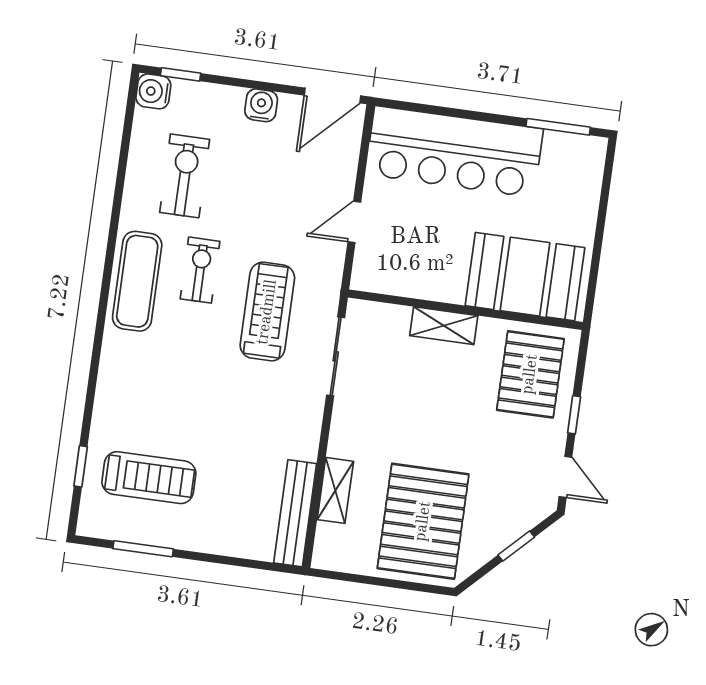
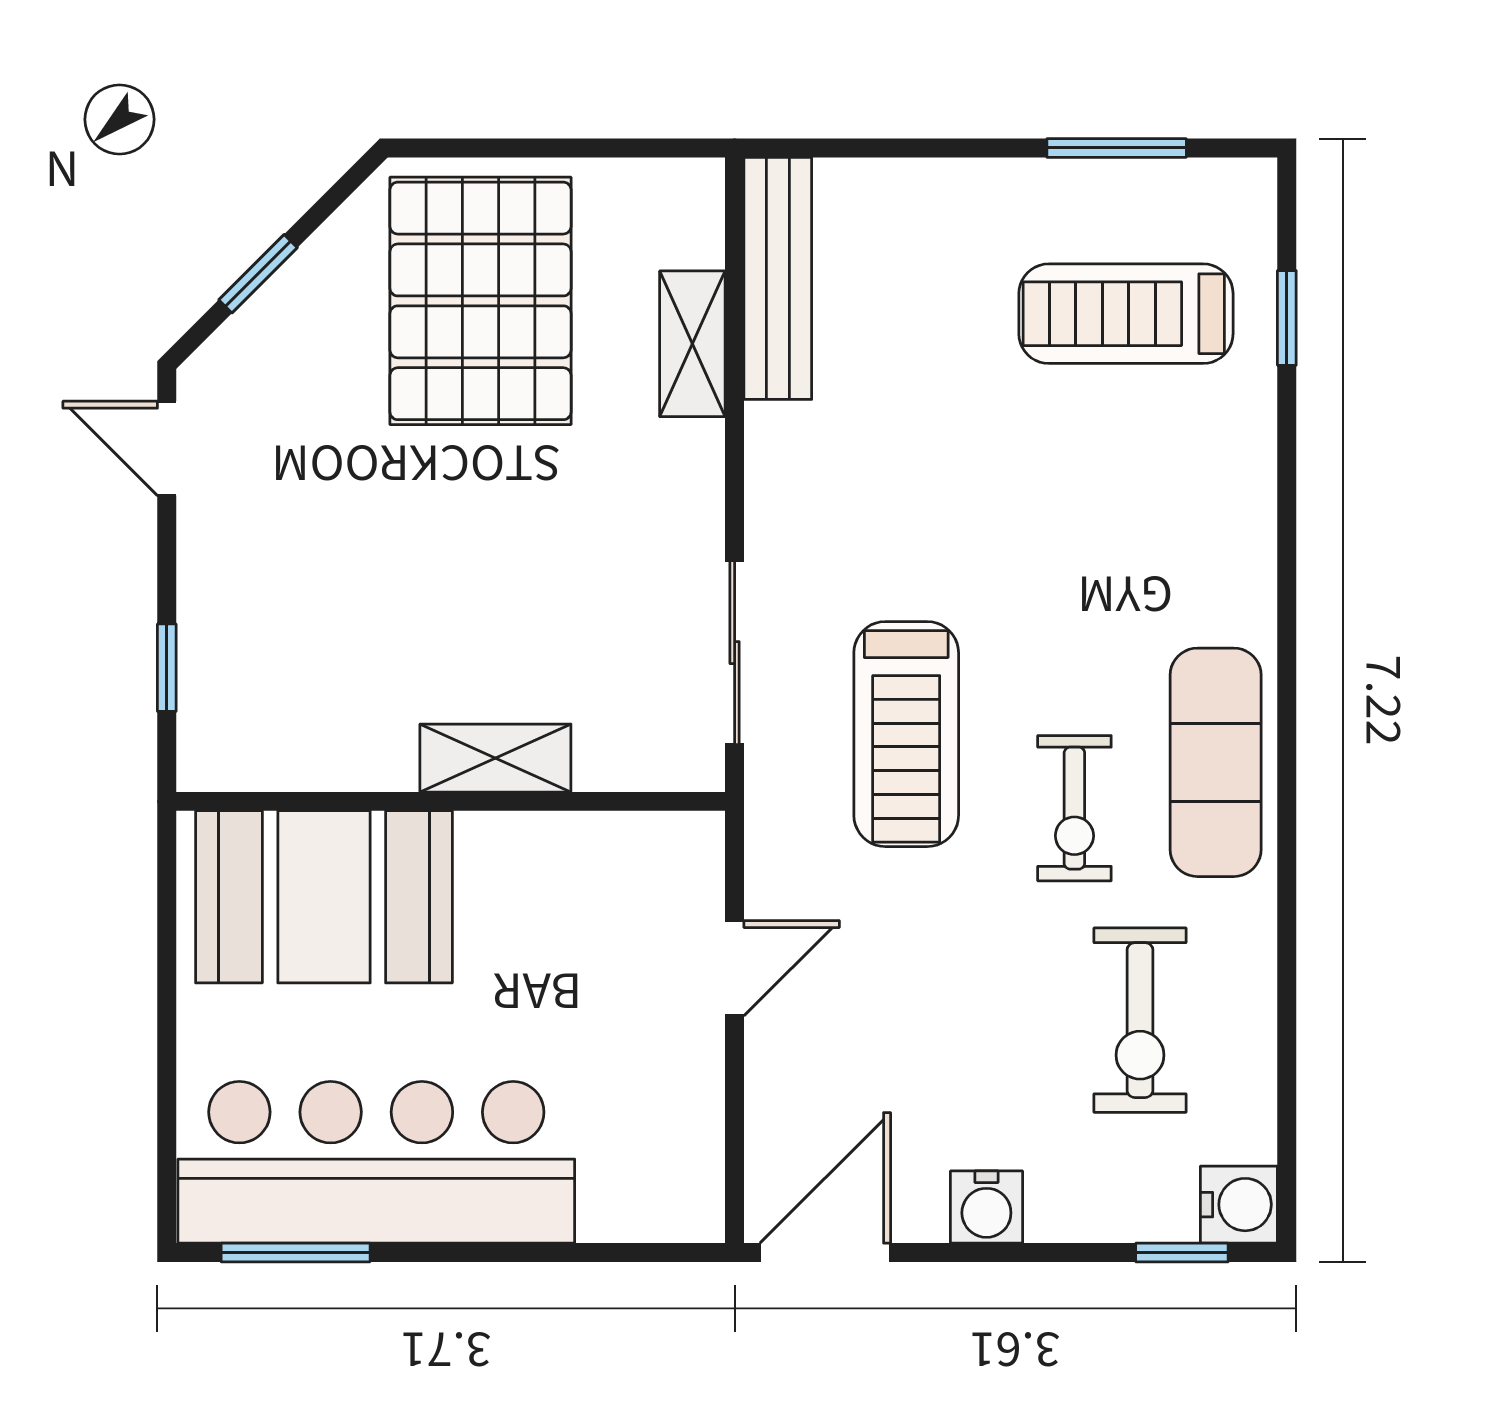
bar counter: (454, 152) -> (376, 1162), moved
pallet: (530, 374) -> (280, 673), removed
window: (574, 415) -> (167, 668), moved

